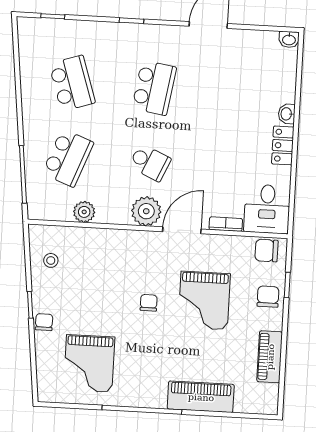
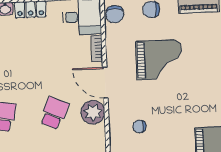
chair: (149, 303) -> (139, 126), moved

